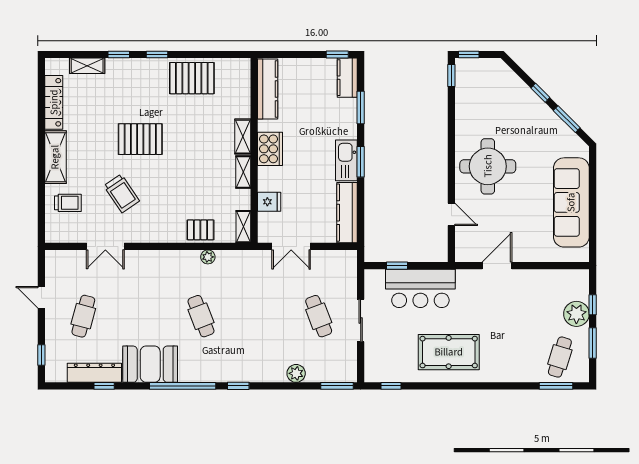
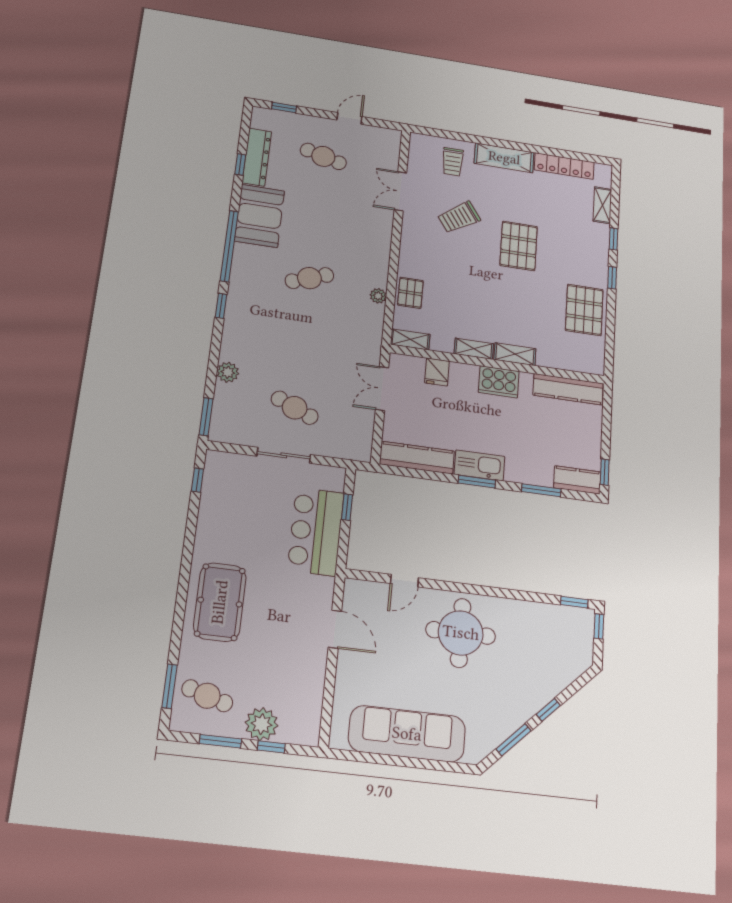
cafe table: (319, 316) -> (295, 408), turned 45
pool table: (449, 352) -> (220, 602), moved

